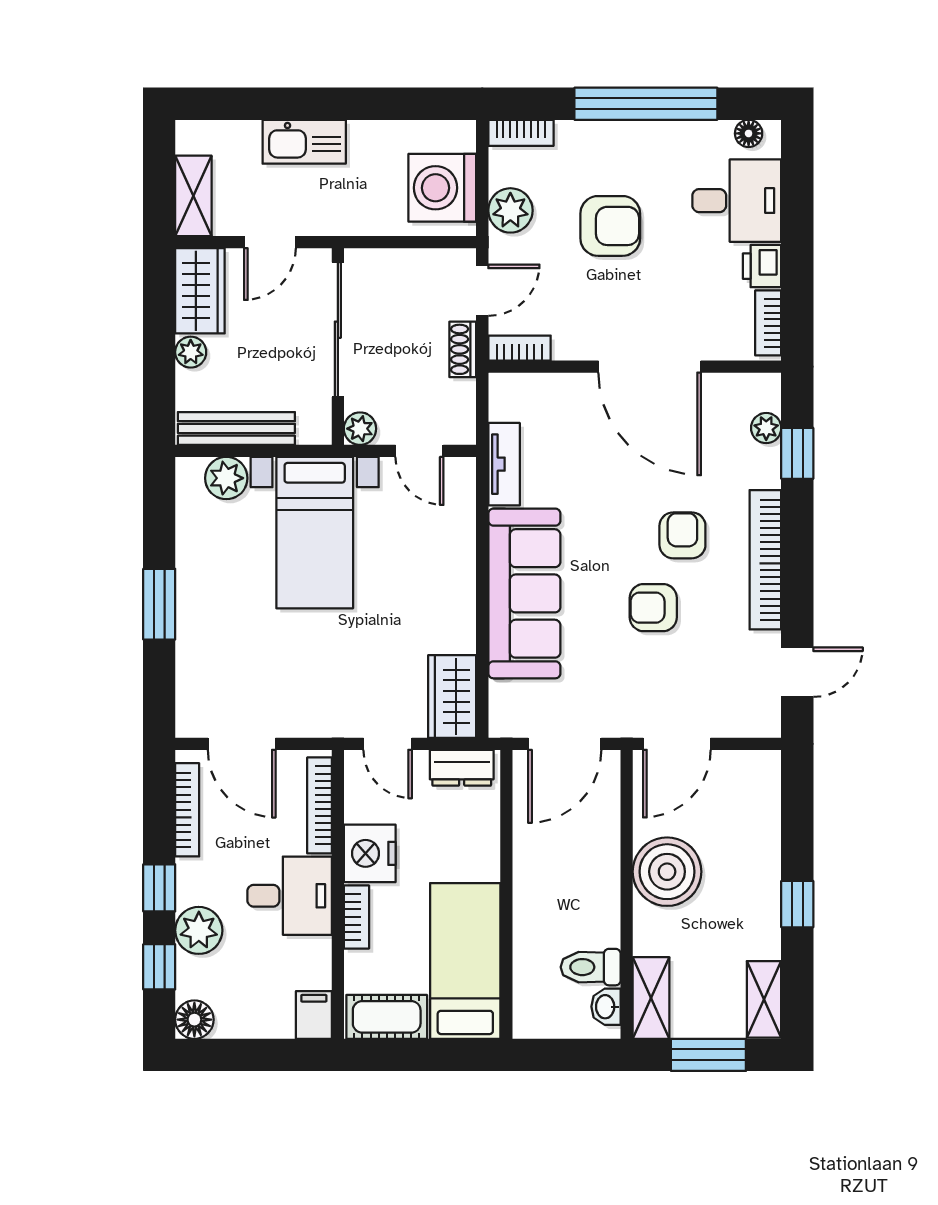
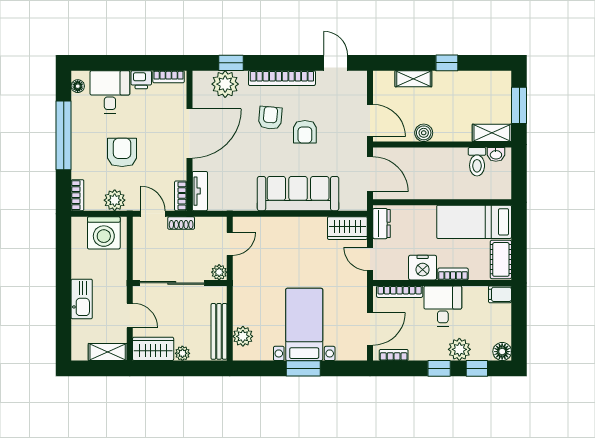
plant: (766, 428) -> (225, 84), width x1.87, depth x1.87
tv unit: (504, 464) -> (200, 191), moved, turned 90
bed with nightstands: (315, 533) -> (304, 324), moved, turned -90
armchair: (682, 535) -> (270, 118), turned 95
door: (388, 744) -> (370, 259), swing flipped
bookcase: (187, 810) -> (394, 355), width x0.64
boiler: (667, 872) -> (424, 133), width x0.54, depth x0.54
shelving: (764, 999) -> (413, 79), moved

